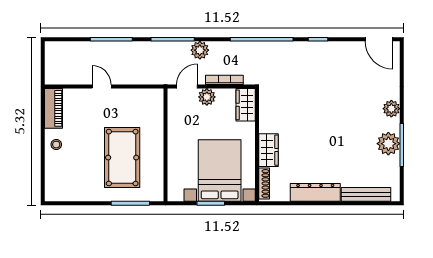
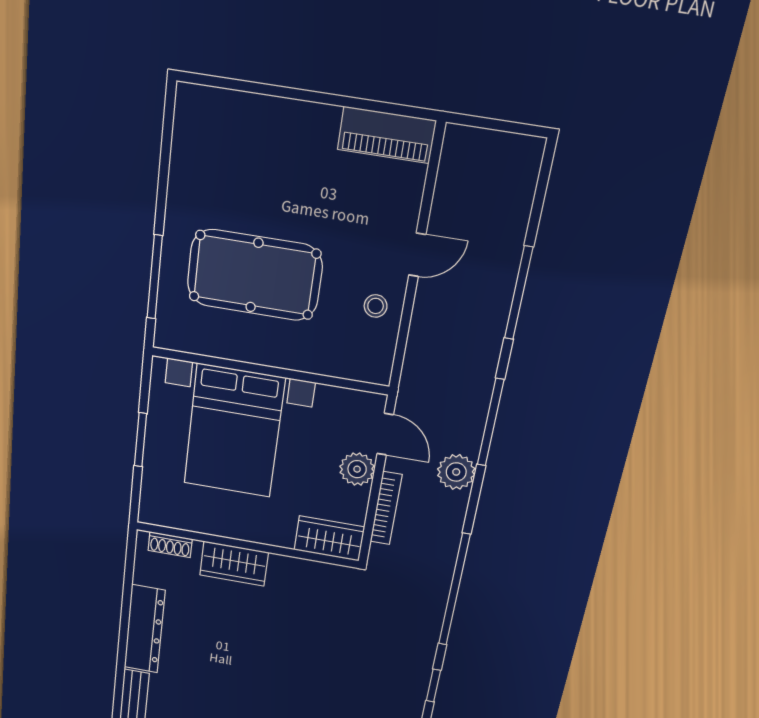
stool: (56, 145) -> (376, 306), moved
bed with nightstands: (220, 170) -> (234, 431), moved, turned 90
shoe rack: (264, 183) -> (170, 545), width x0.70

